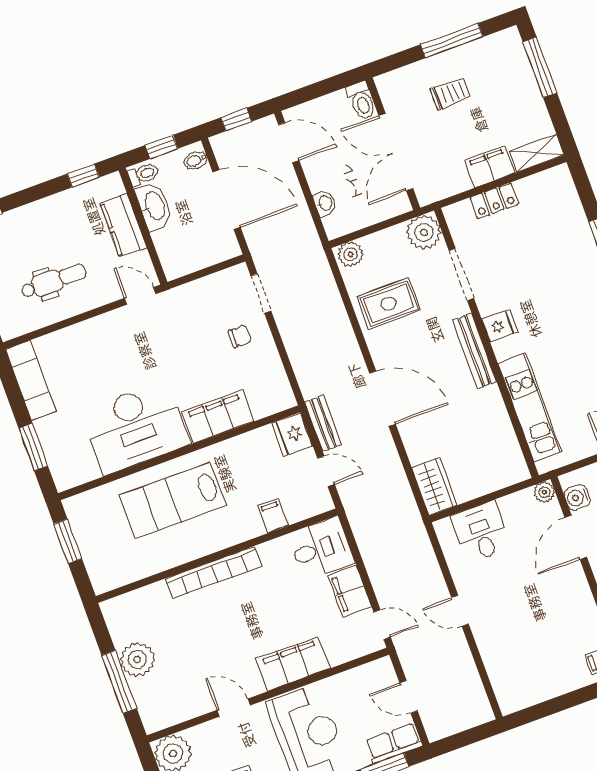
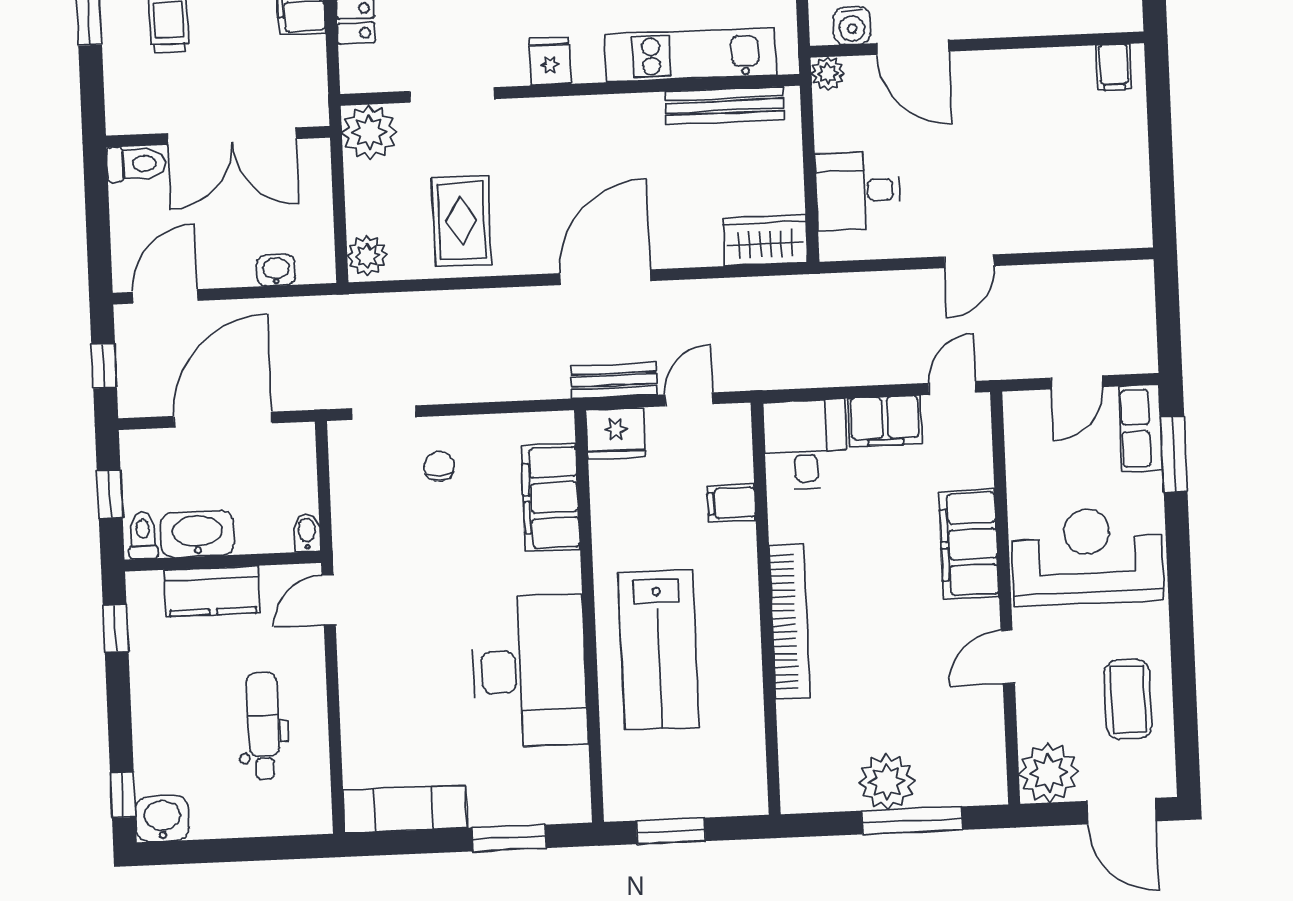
bidet: (196, 160) -> (307, 533), moved, turned 180
bench: (475, 351) -> (725, 106), moved
filing cabinet: (218, 417) -> (551, 498), moved

